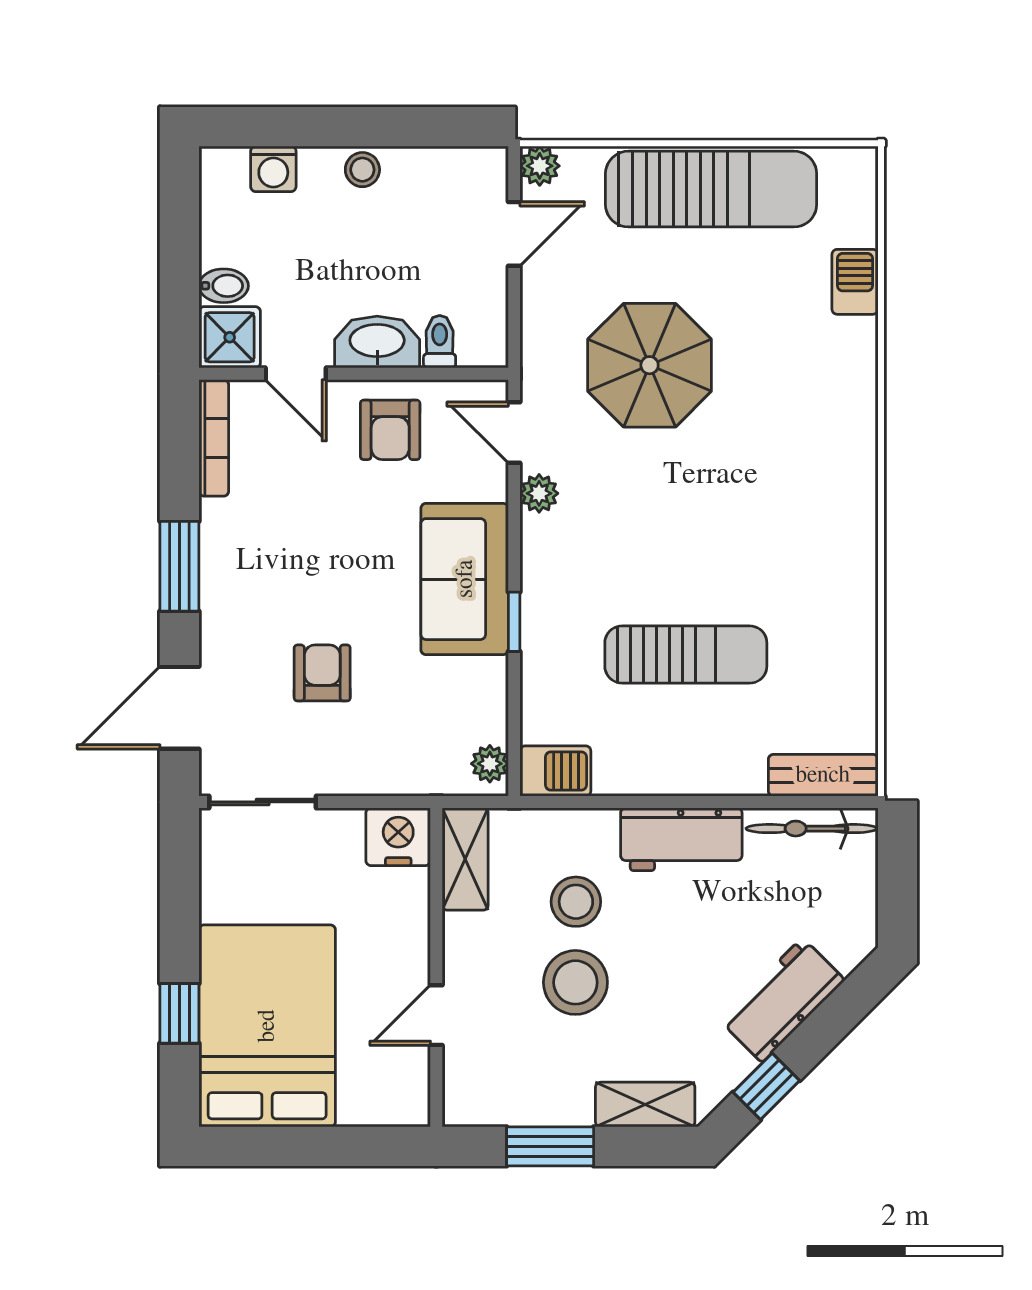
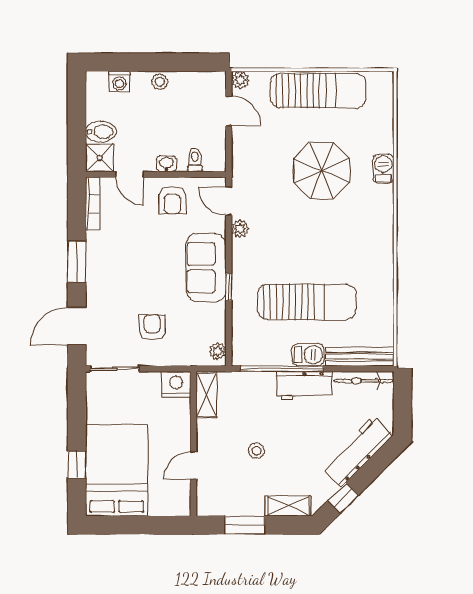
door: (514, 234) -> (229, 111), hinge flipped
barbecue: (855, 282) -> (383, 169), moved
bidet: (224, 286) -> (101, 132), width x1.38, depth x1.36
washbasin: (377, 342) -> (166, 164), width x0.52, depth x0.69
parasol: (650, 365) -> (322, 171), moved
sun lounger: (686, 655) -> (307, 302), width x1.36, depth x1.34
armchair: (322, 673) -> (152, 327), moved
barbecue: (555, 771) -> (308, 355), moved
bench: (823, 775) -> (360, 357), width x1.36
window: (631, 802) -> (282, 369), added
stool: (576, 902) -> (257, 414), removed
stool: (575, 982) -> (257, 451), width x0.53, depth x0.53
workbench: (782, 1000) -> (357, 452), width x1.38

